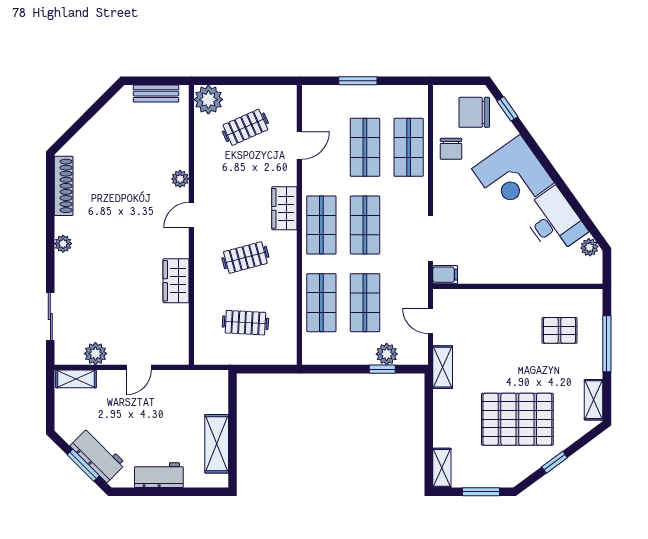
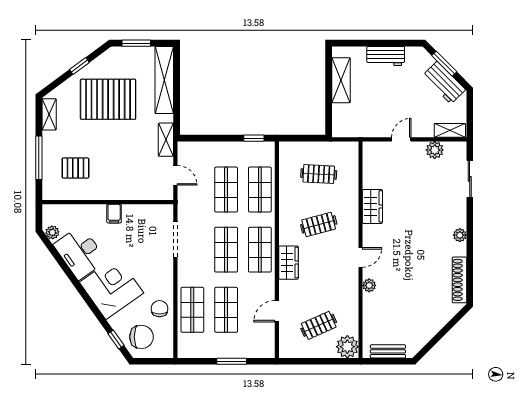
filing cabinet: (445, 275) -> (114, 214), moved, turned -90
plant: (387, 354) -> (209, 150), removed
window: (382, 369) -> (254, 138), moved
workbench: (98, 455) -> (444, 83), moved
shelving: (442, 468) -> (164, 80), width x2.20, depth x1.33

